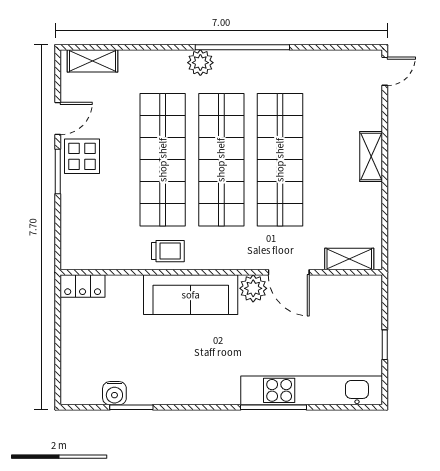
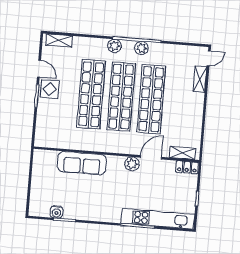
plant: (253, 62) -> (141, 48), added
door: (58, 118) -> (39, 69), hinge flipped
shelving: (371, 156) -> (200, 79), moved
trolley: (168, 251) -> (90, 141), removed
door: (289, 272) -> (151, 157), swing flipped
locker: (83, 286) -> (187, 167), moved
sofa: (191, 295) -> (82, 163), moved

